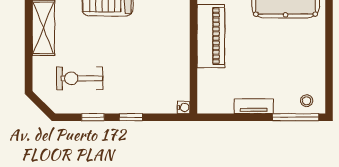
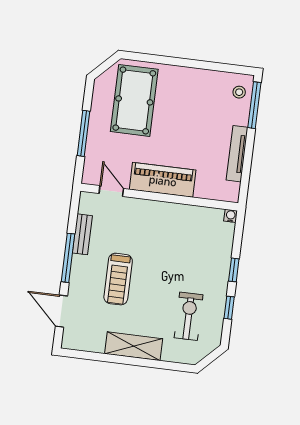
exercise bike: (80, 78) -> (189, 316), turned 180
tv unit: (254, 106) -> (237, 154), width x1.41

